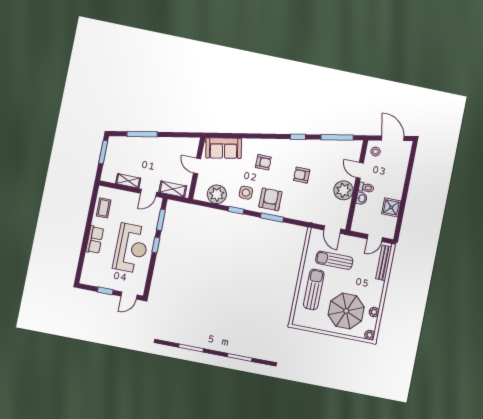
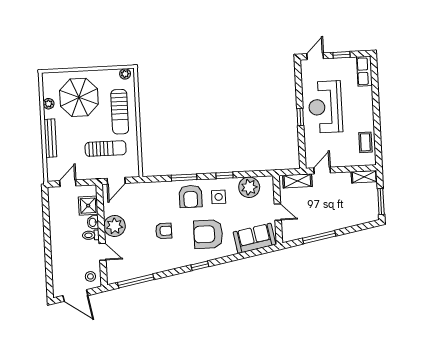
window: (142, 134) -> (319, 237), moved
window: (298, 137) -> (200, 266), moved
armchair: (263, 162) -> (208, 234), width x1.88, depth x1.88
shelving: (128, 181) -> (364, 177), moved
shower: (391, 207) -> (88, 206), moved
window: (161, 220) -> (302, 145), removed
door: (332, 230) -> (116, 181), swing flipped
row of seats: (95, 240) -> (365, 71), moved
bench: (384, 263) -> (50, 138), moved
plant: (370, 335) -> (125, 74), moved

